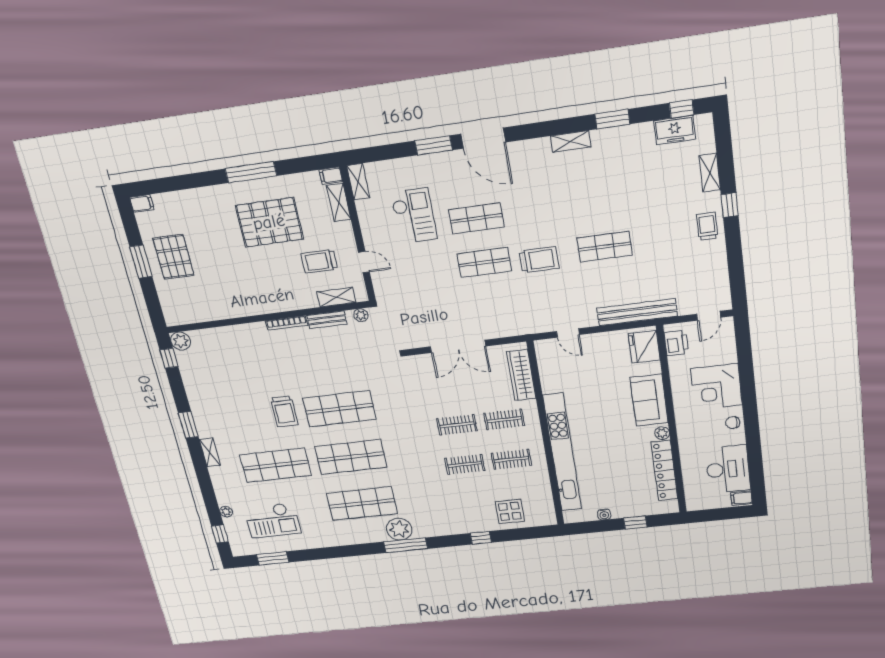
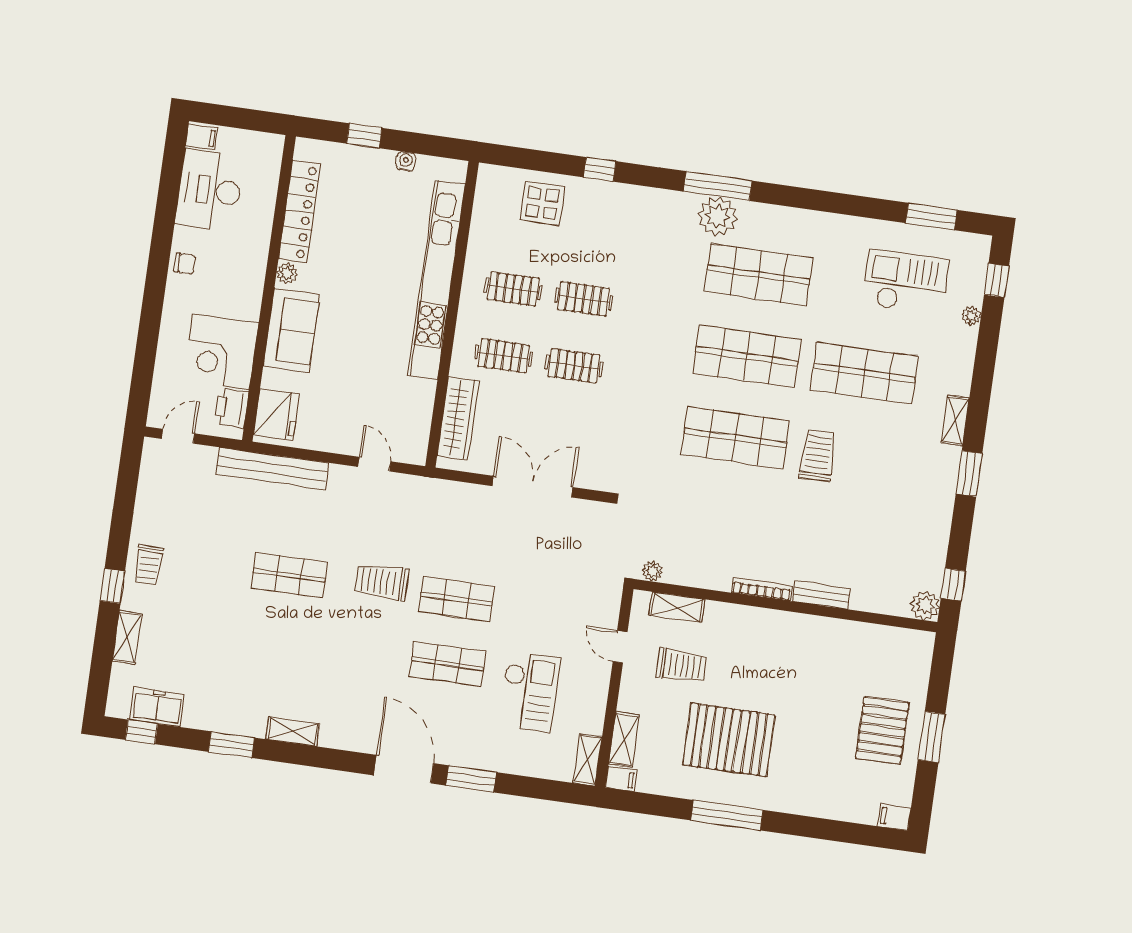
checkout: (414, 216) -> (529, 692), turned 180
bench: (327, 320) -> (821, 595), moved
corner desk: (716, 387) -> (221, 352), moved, turned 180

